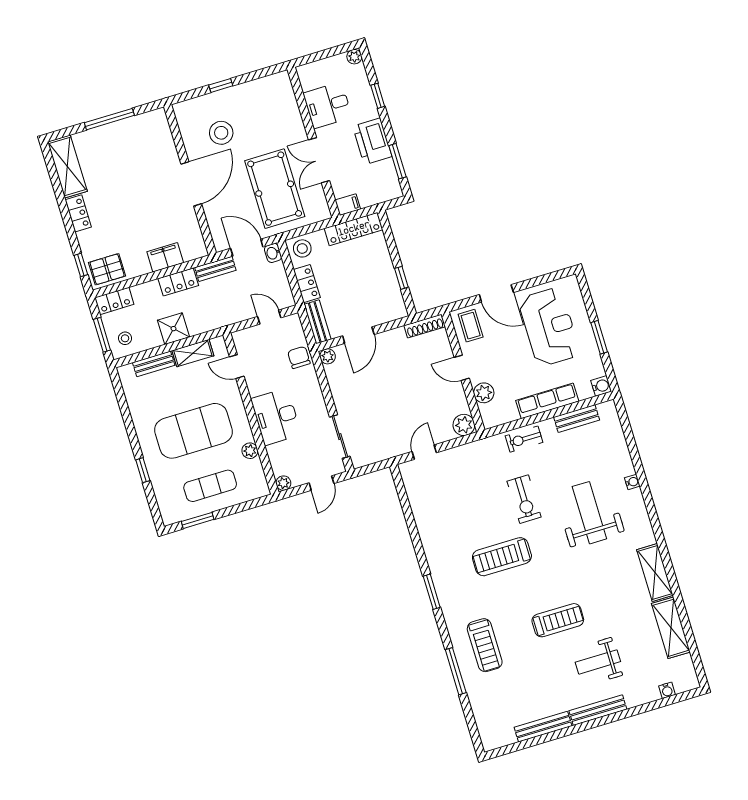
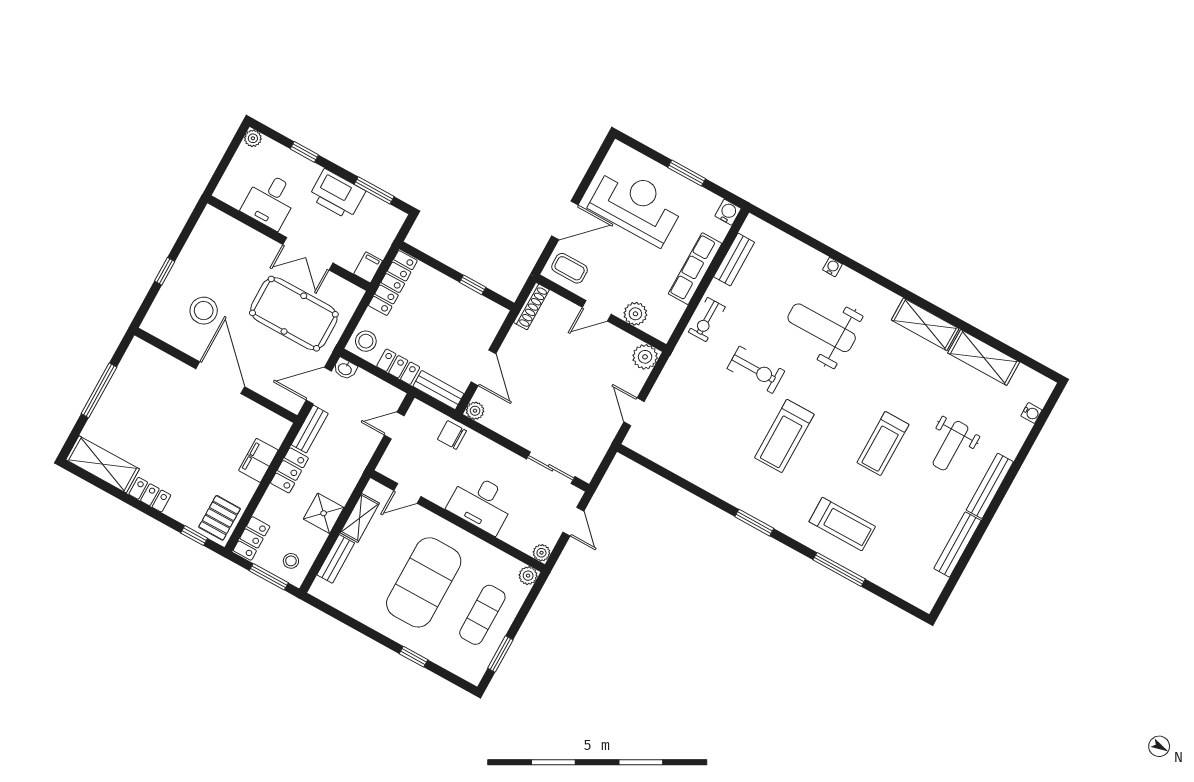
plant: (250, 451) -> (528, 576), moved
treadmill: (558, 620) -> (883, 443), turned 180

